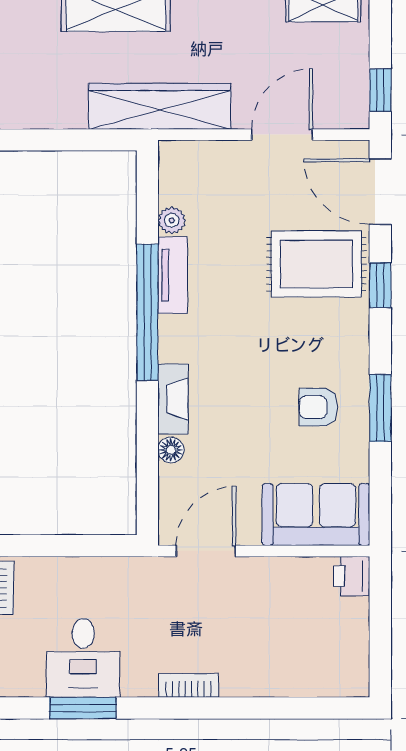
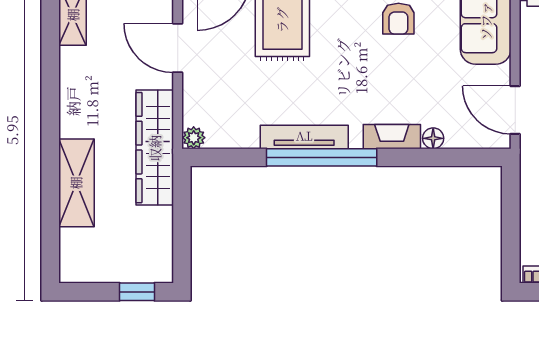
plant: (172, 220) -> (194, 138), moved
tv unit: (173, 275) -> (304, 137), width x1.41

